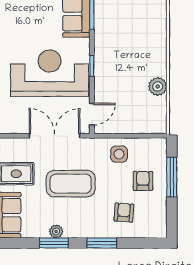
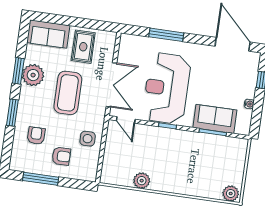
reception desk: (50, 73) -> (167, 88), turned 180
window: (172, 177) -> (41, 179), moved
armchair: (124, 212) -> (36, 136), turned -94
plant: (56, 231) -> (33, 75), width x1.88, depth x1.88

